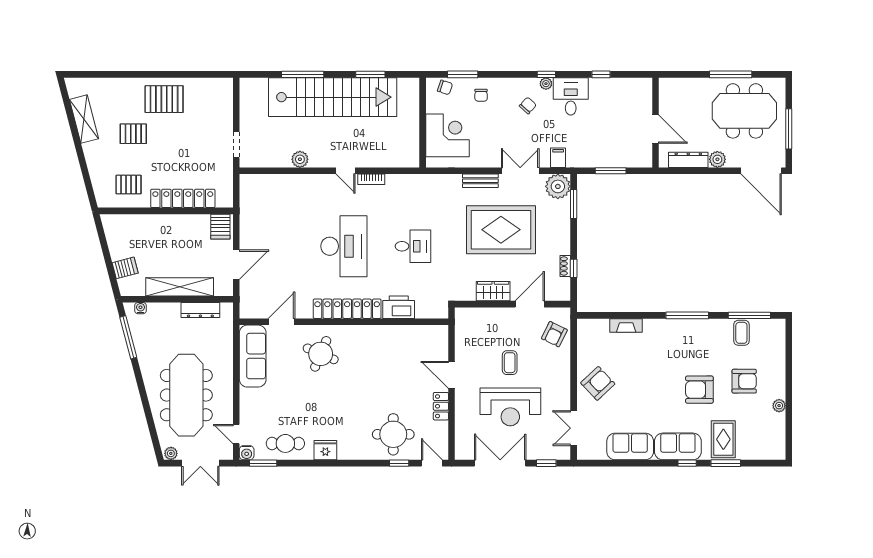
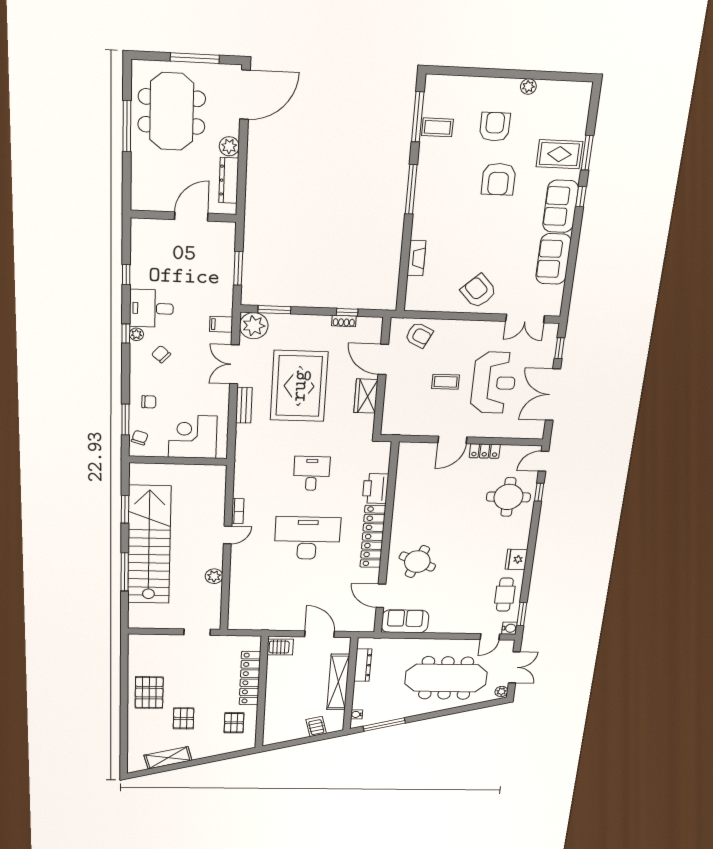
sofa: (253, 356) -> (405, 621), width x0.73

